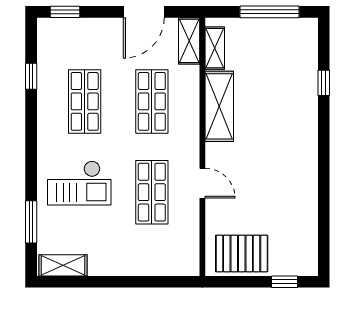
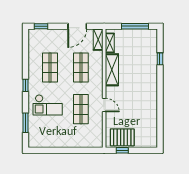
window: (31, 76) -> (25, 85), moved
shelving: (63, 265) -> (40, 143), removed
window: (284, 282) -> (122, 150), moved

